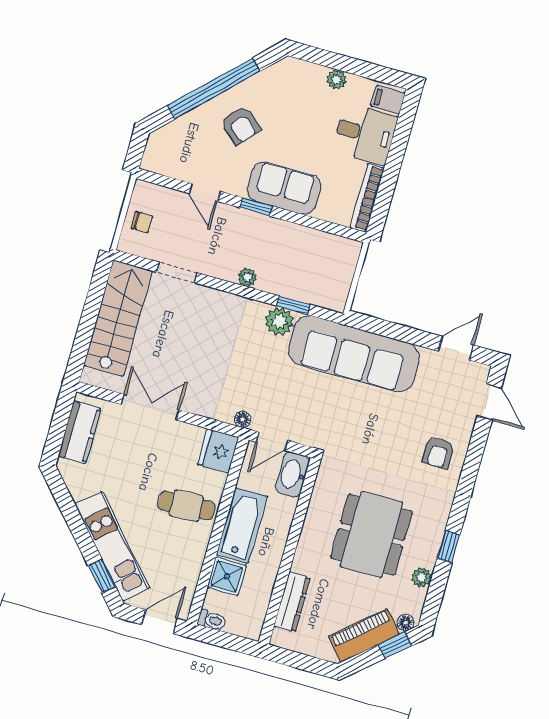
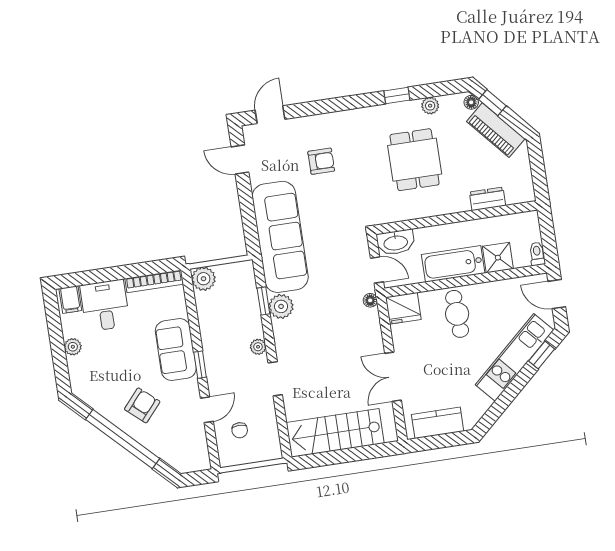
chair: (142, 222) -> (240, 430), moved, turned 180
plant: (346, 252) -> (204, 279), added
doorway: (177, 272) -> (275, 379), moved
armchair: (438, 453) -> (321, 161), moved
dining table: (371, 535) -> (415, 160), width x0.73
dresser: (292, 602) -> (488, 199), width x0.70

